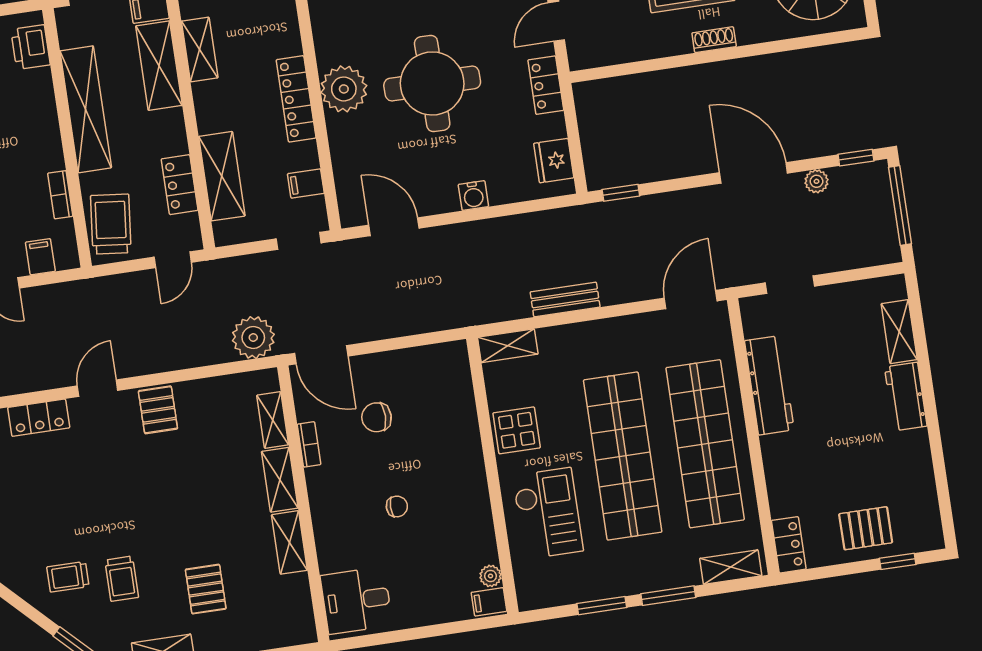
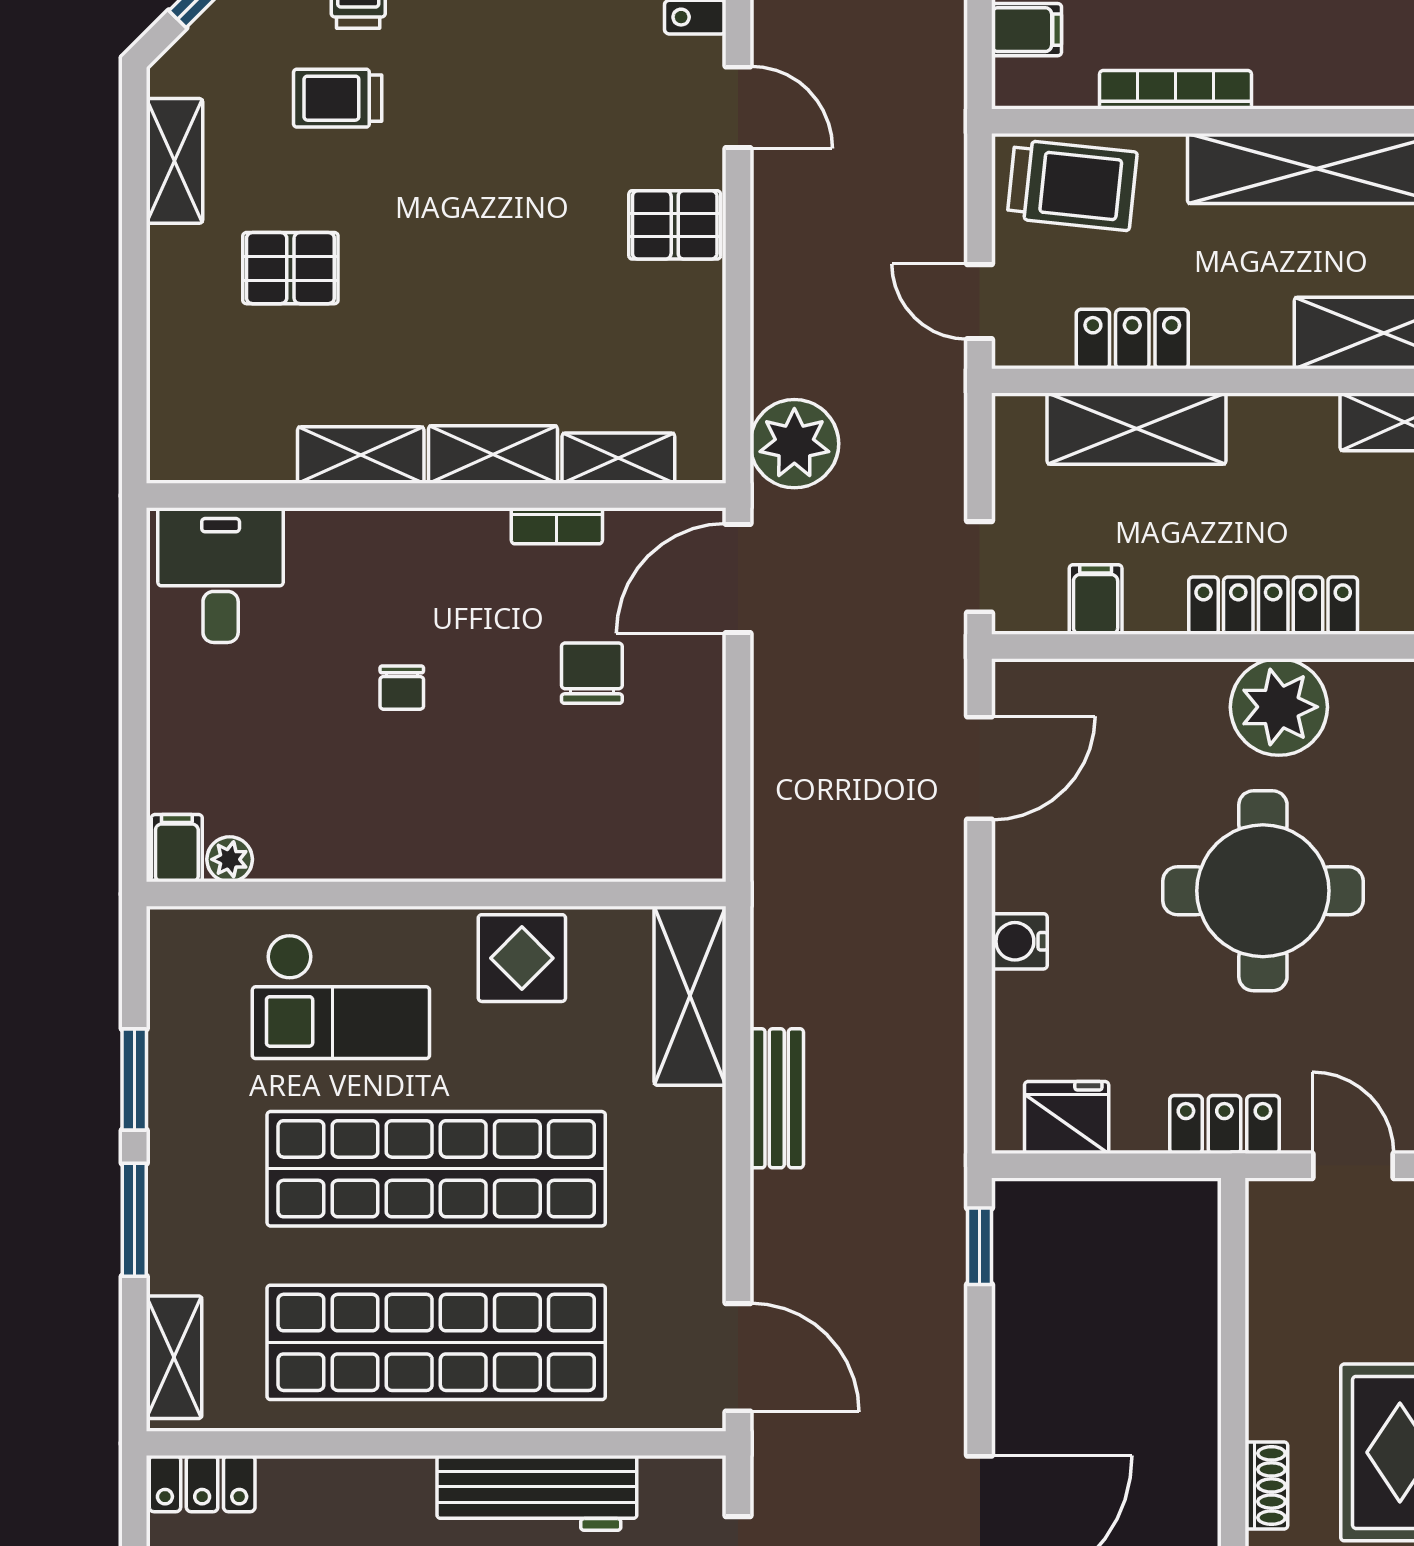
bookcase: (60, 195) -> (1175, 90), width x1.56
shelving: (508, 346) -> (690, 996), width x1.50, depth x1.33

